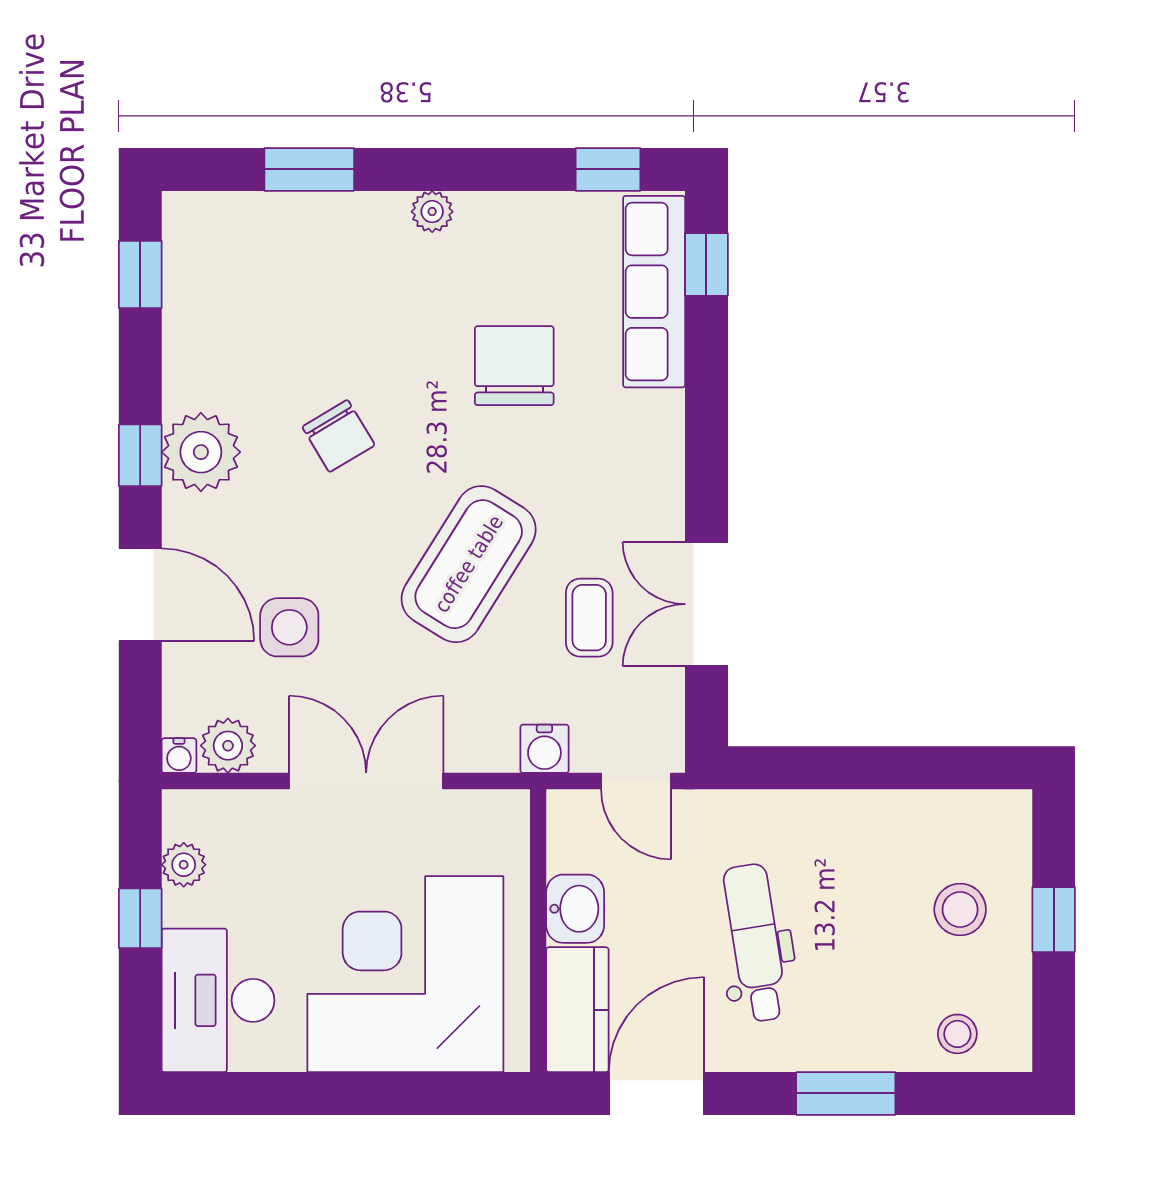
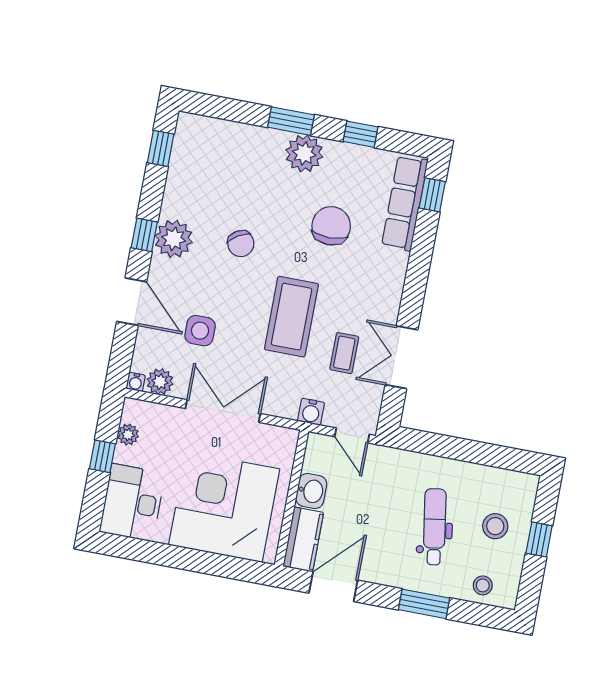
window: (309, 169) -> (291, 121), moved
window: (608, 169) -> (361, 134), moved
plant: (432, 212) -> (304, 153), width x1.87, depth x1.87
coffee table: (469, 564) -> (291, 317), turned -32
dental chair: (755, 943) -> (435, 527), moved

